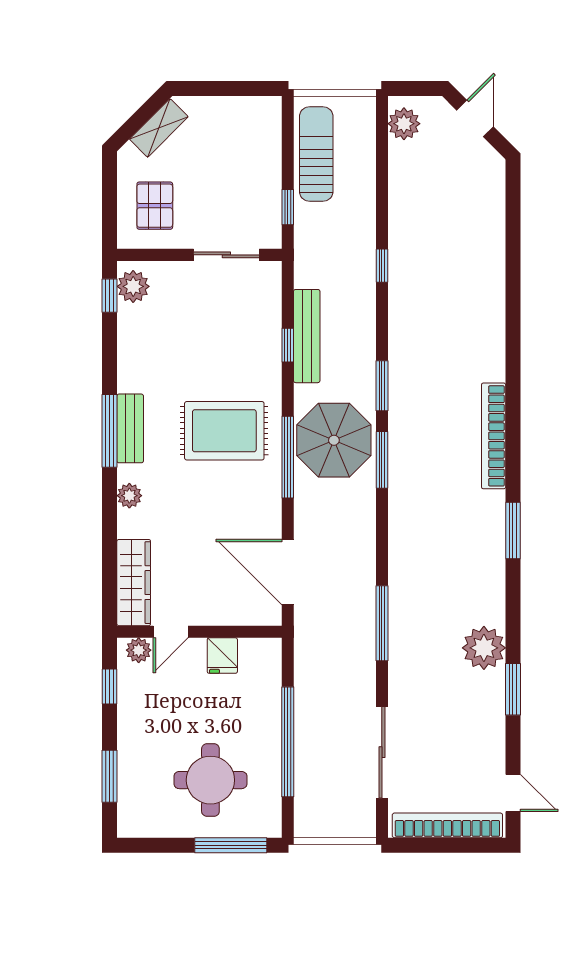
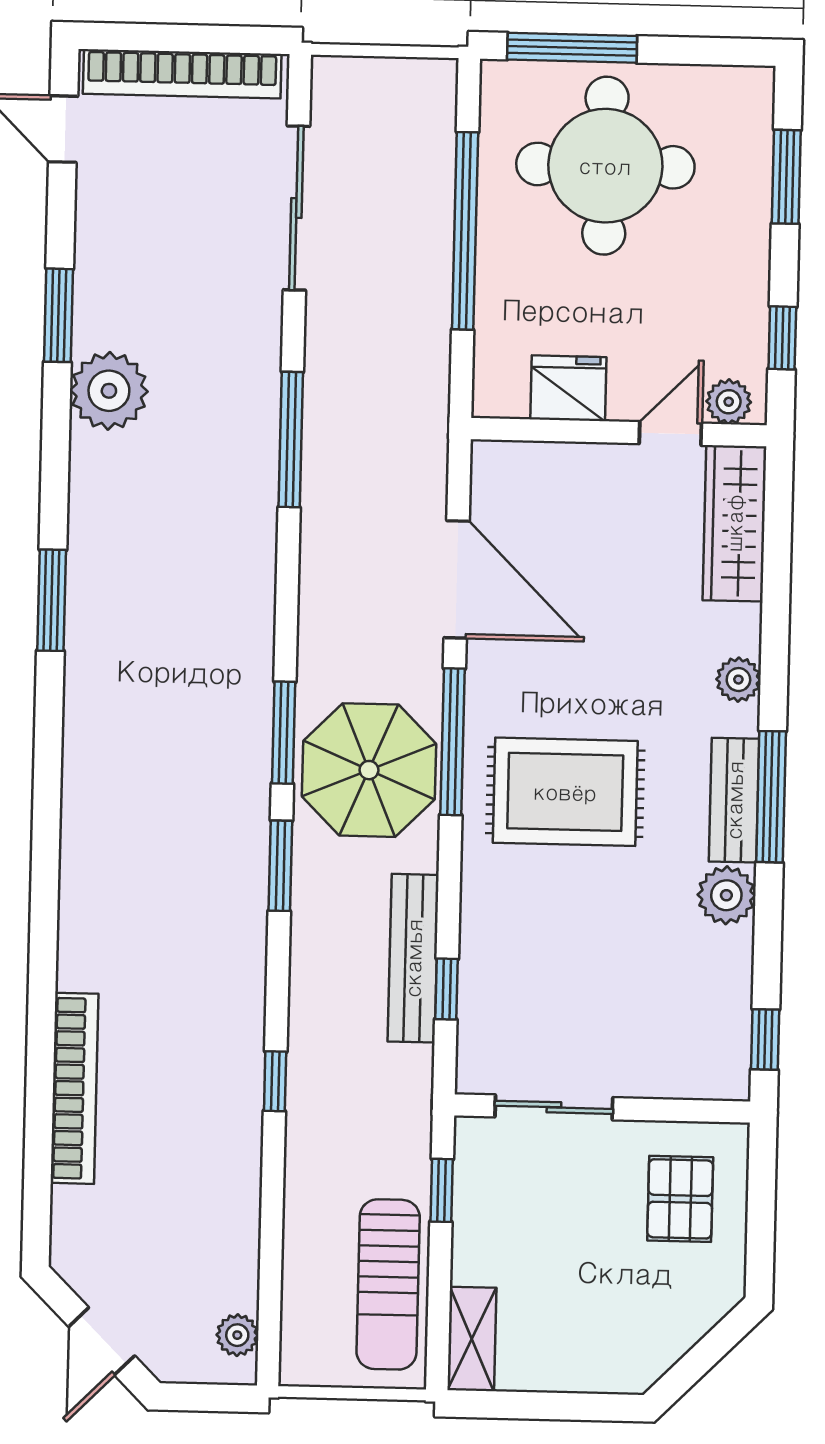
plant: (404, 124) -> (237, 1335), width x0.73, depth x0.73
shelving: (159, 128) -> (472, 1339), moved, turned -45
plant: (133, 286) -> (726, 895), moved
window: (288, 345) -> (447, 989), moved
bookcase: (494, 436) -> (74, 1088), moved
door: (288, 572) -> (457, 579), moved
fridge: (222, 656) -> (568, 388), width x1.38
round table: (210, 780) -> (605, 166), width x1.36, depth x1.36

